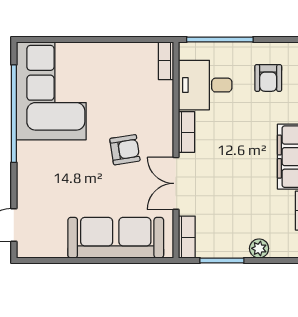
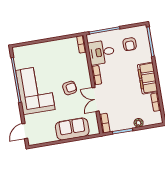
corner sofa: (51, 91) -> (35, 90), moved
sofa: (116, 238) -> (72, 129), width x0.73

